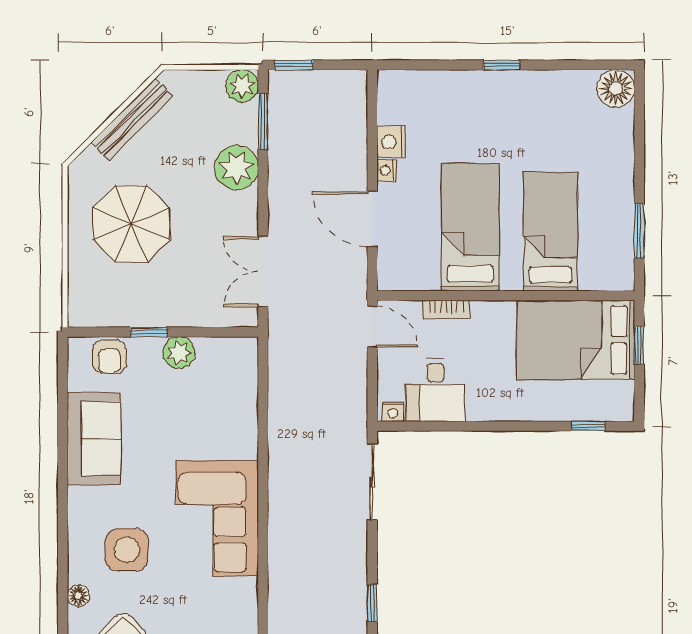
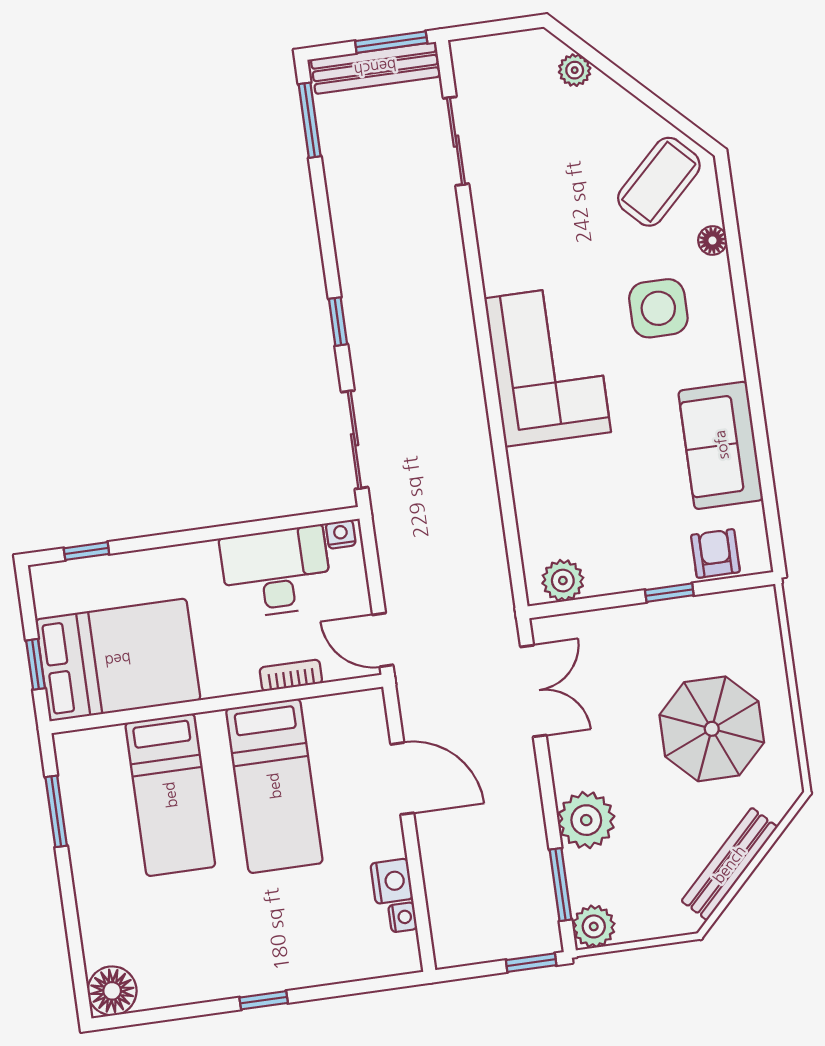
nightstand: (387, 171) -> (403, 917), moved
plant: (179, 353) -> (563, 581), moved
desk: (435, 390) -> (276, 572), width x1.37
window: (372, 603) -> (338, 322), moved

